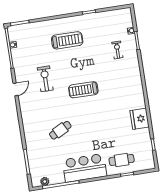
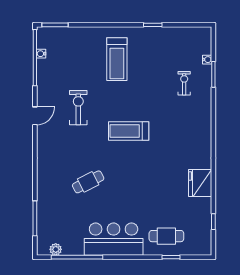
treadmill: (67, 40) -> (117, 59), turned 90

